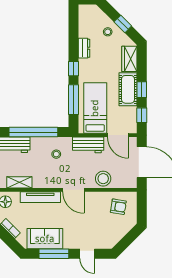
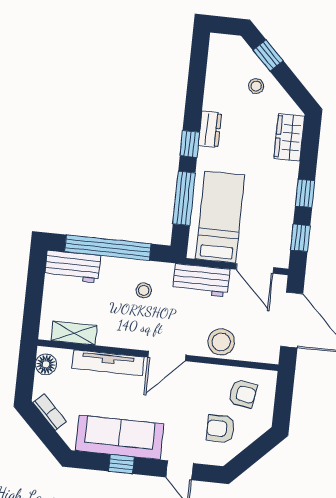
window: (123, 24) -> (268, 55), moved
dresser: (84, 48) -> (210, 129), moved
cot: (128, 89) -> (281, 190), removed
door: (73, 190) -> (167, 356), hinge flipped
armchair: (108, 228) -> (221, 429), added
sofa: (45, 239) -> (120, 437), width x1.36
window: (54, 254) -> (121, 464), width x0.46

